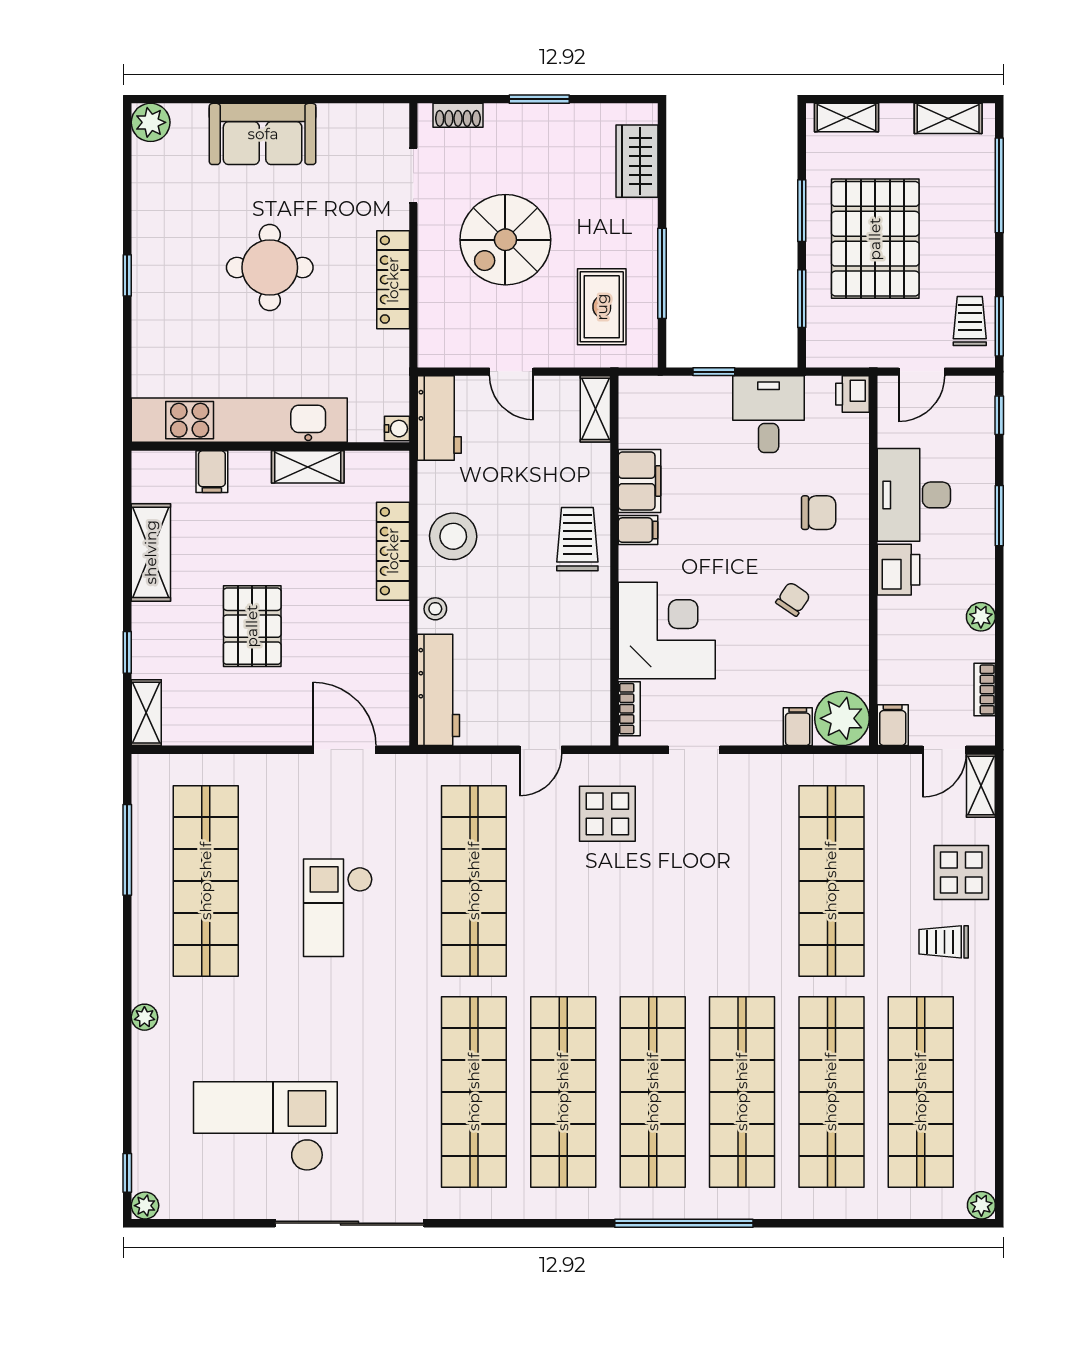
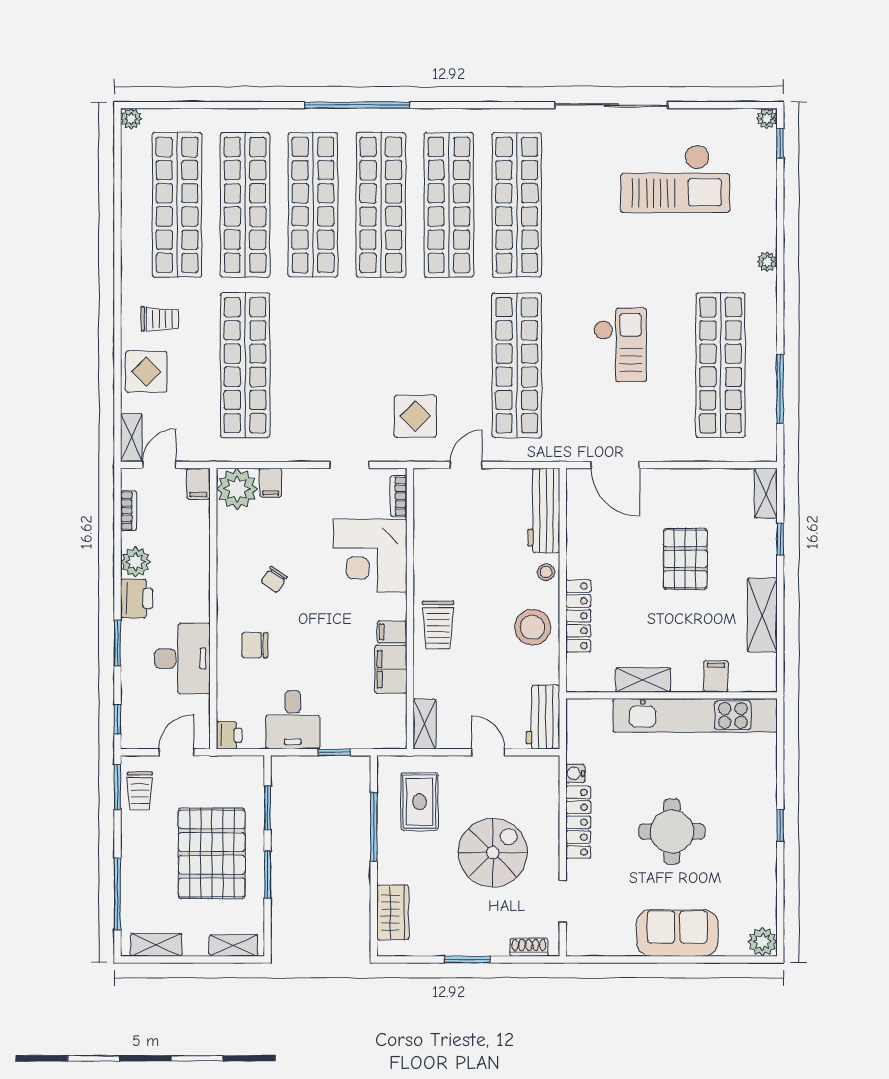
water cooler: (397, 429) -> (575, 773), moved
printer: (898, 570) -> (137, 598), moved, turned 180
plant: (981, 617) -> (136, 562), width x1.38, depth x1.38

